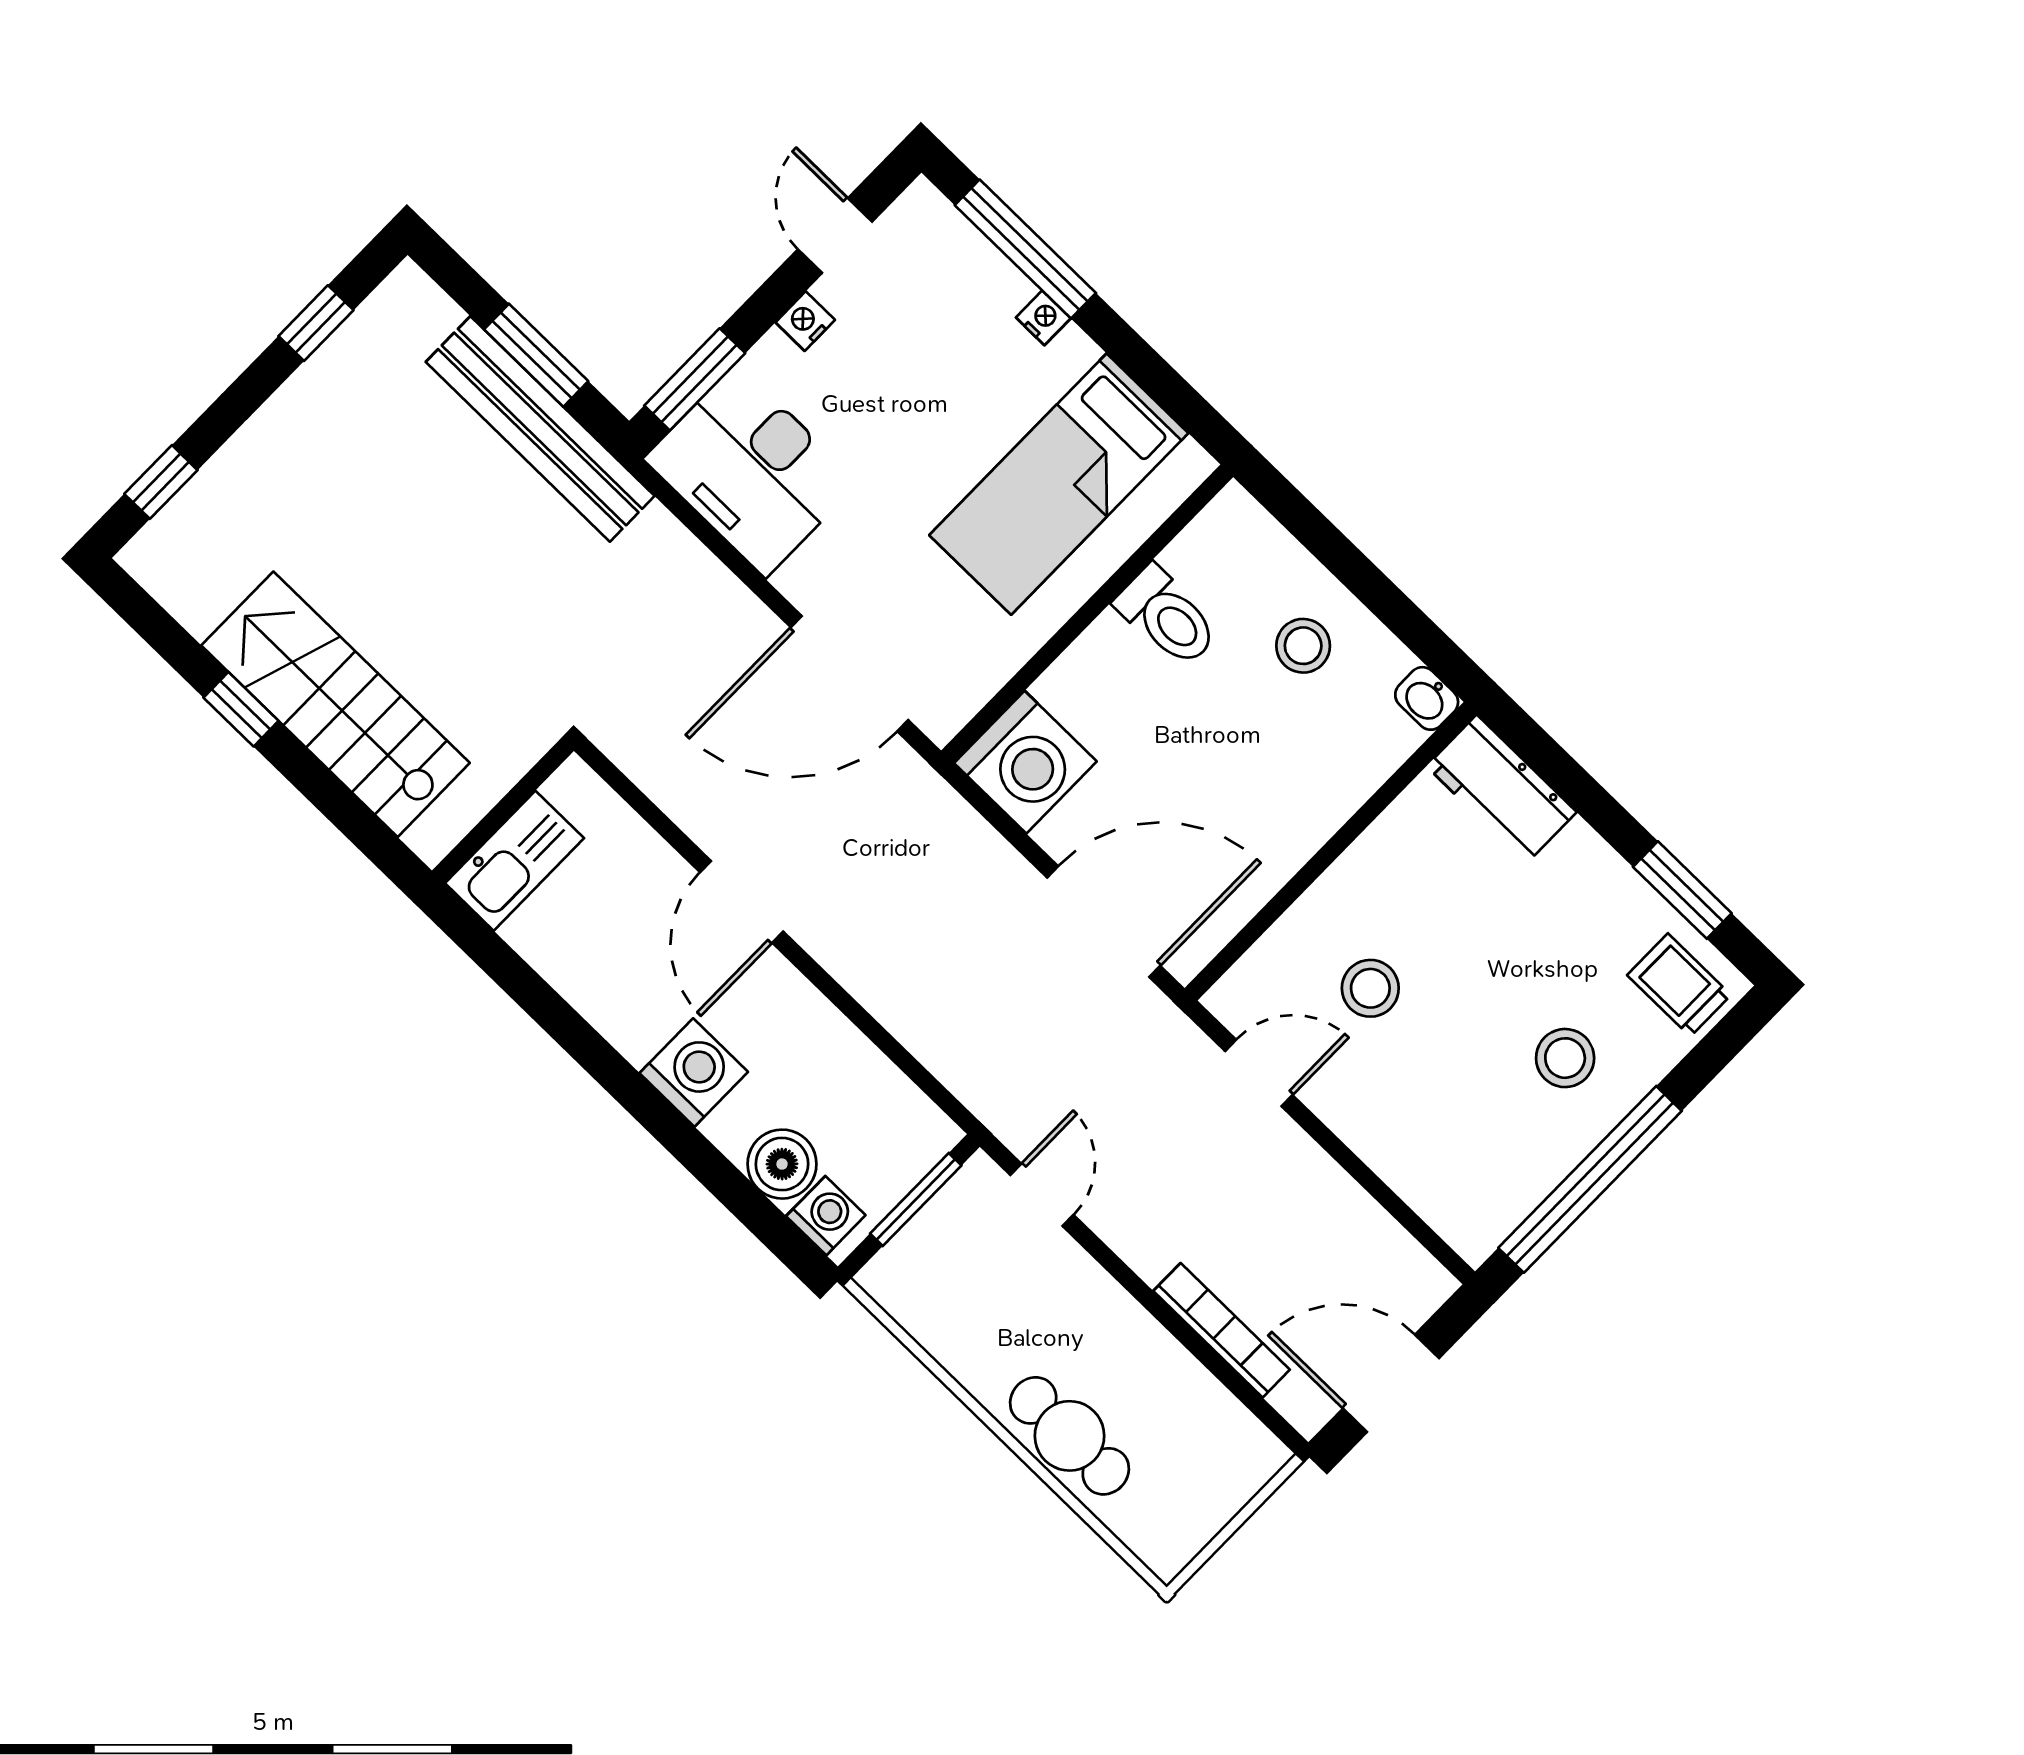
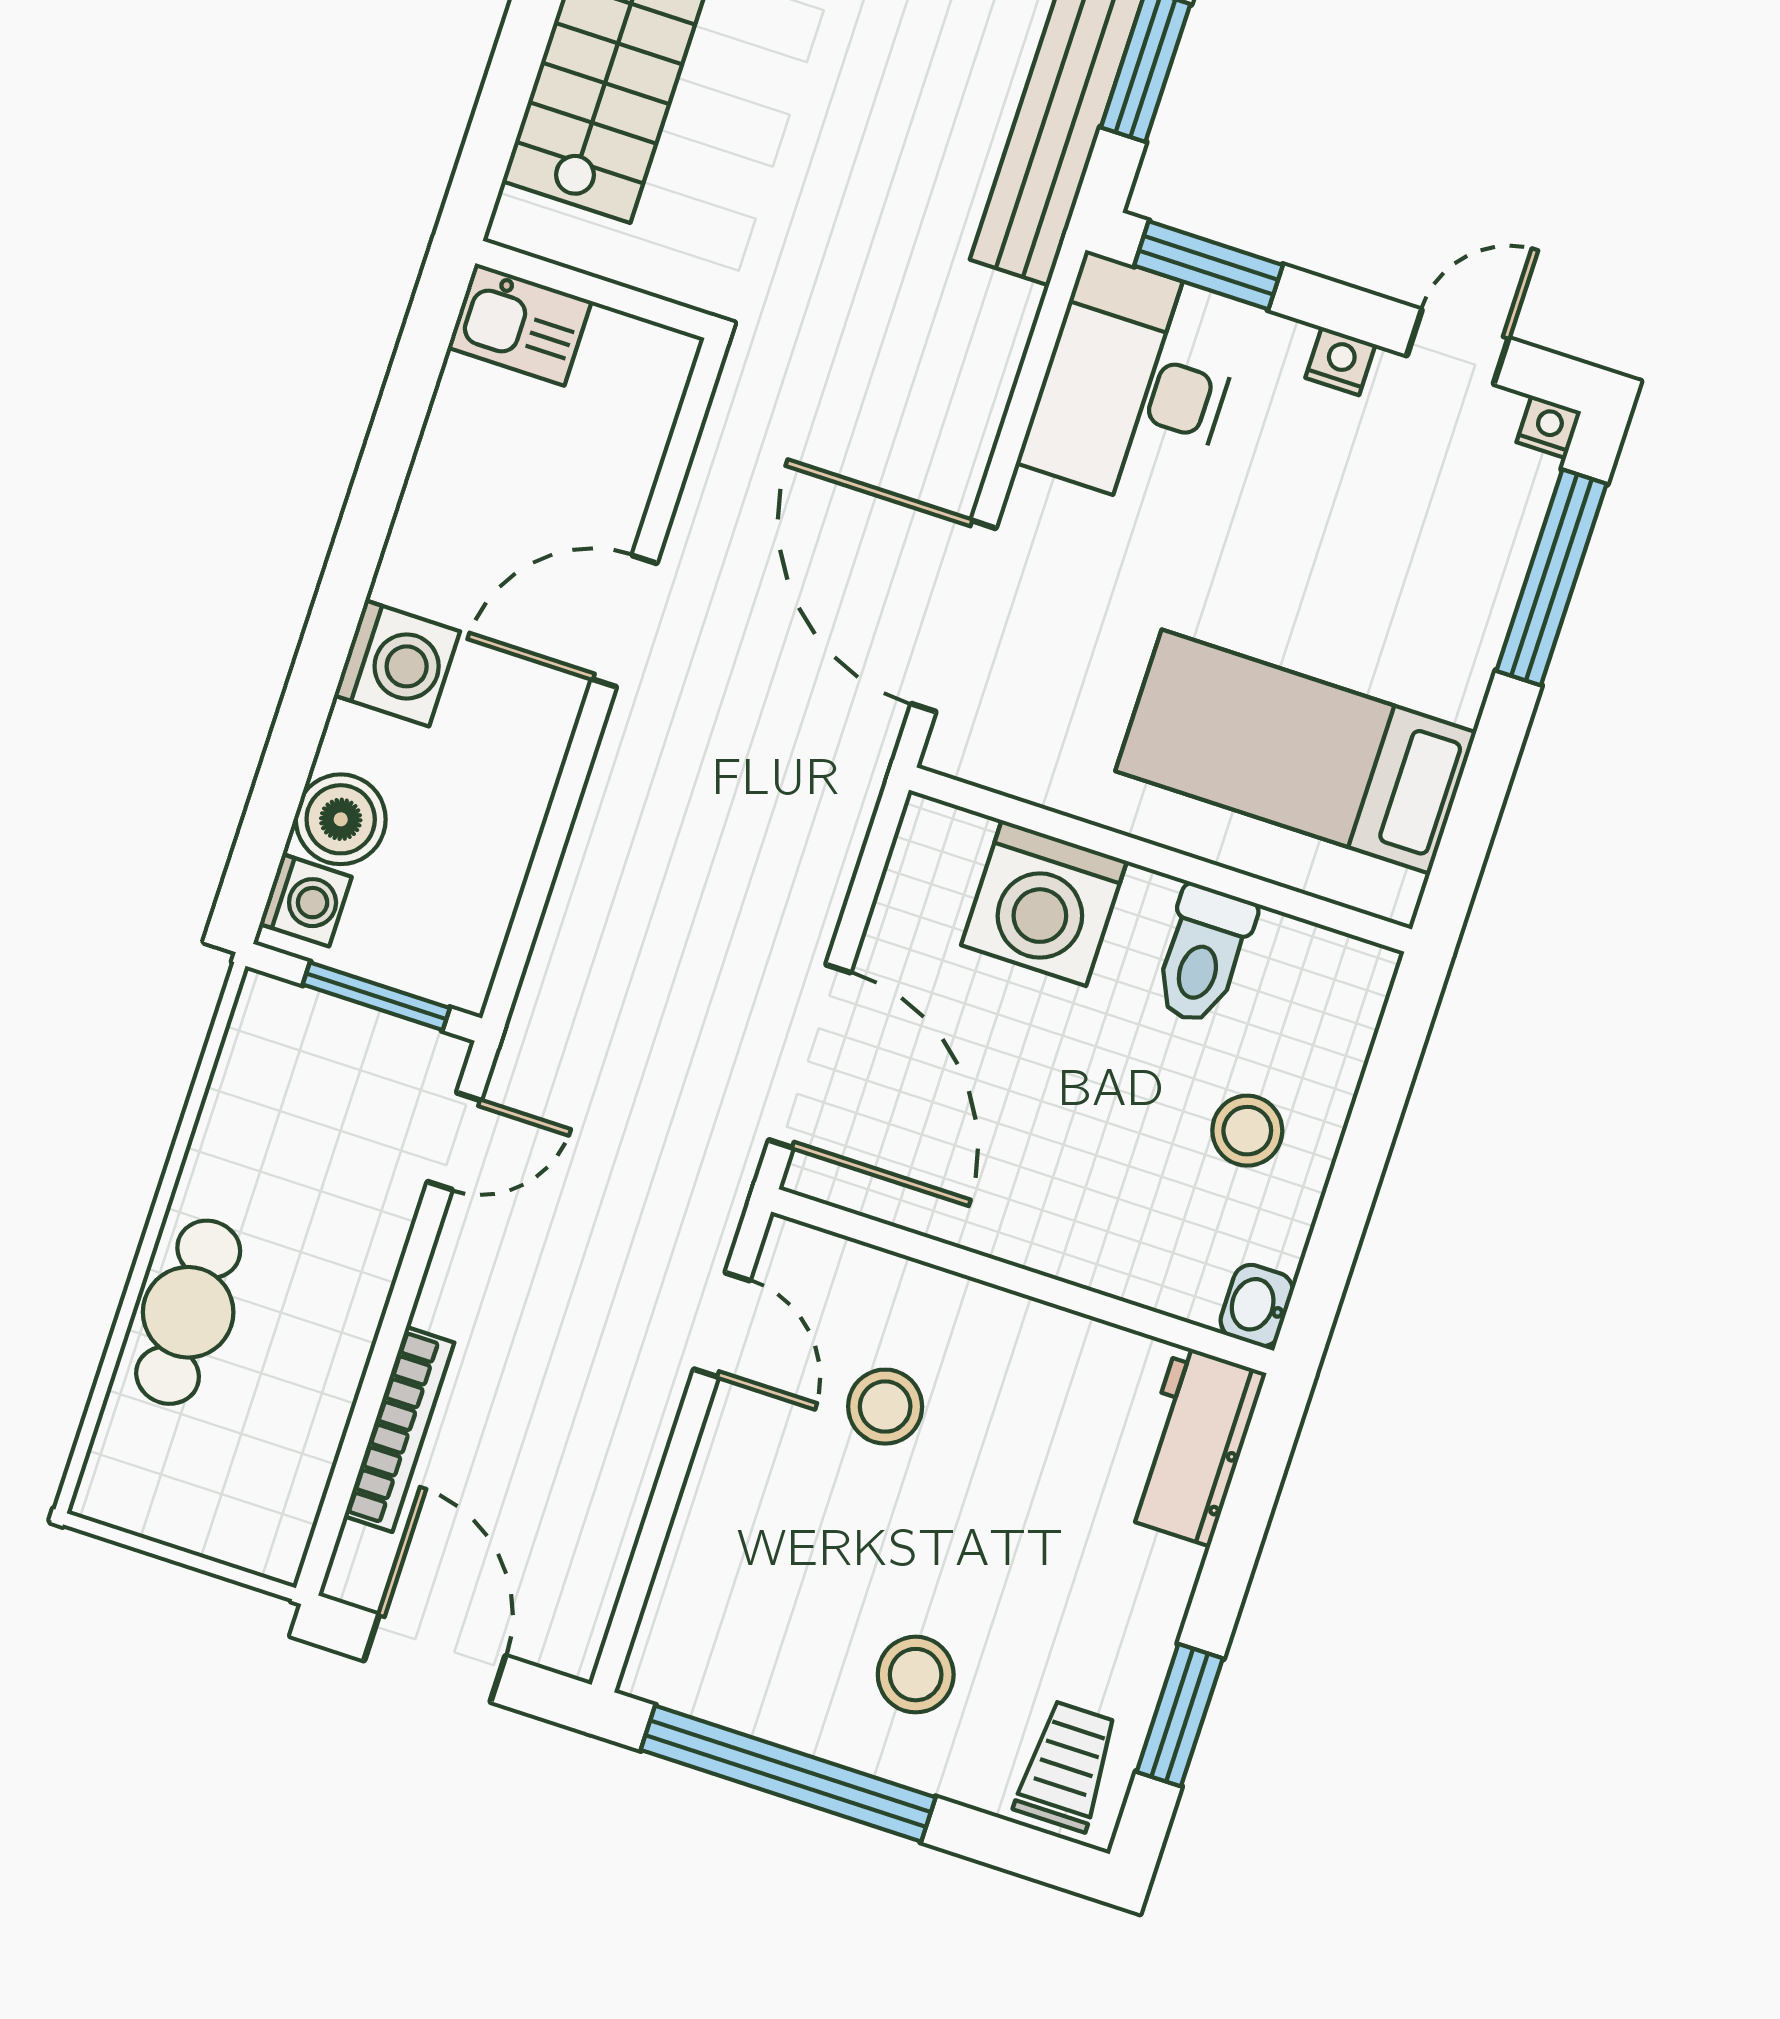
nightstand: (1043, 318) -> (1549, 427), moved, turned -90
washing machine: (1025, 762) -> (1044, 903), moved
kitchen sink: (514, 861) -> (520, 324), width x0.73

